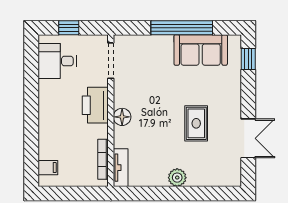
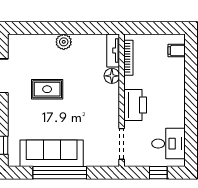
sofa: (201, 50) -> (52, 153), width x1.36
floor lamp: (122, 117) -> (112, 76), moved
rug: (196, 123) -> (47, 89), turned 90

